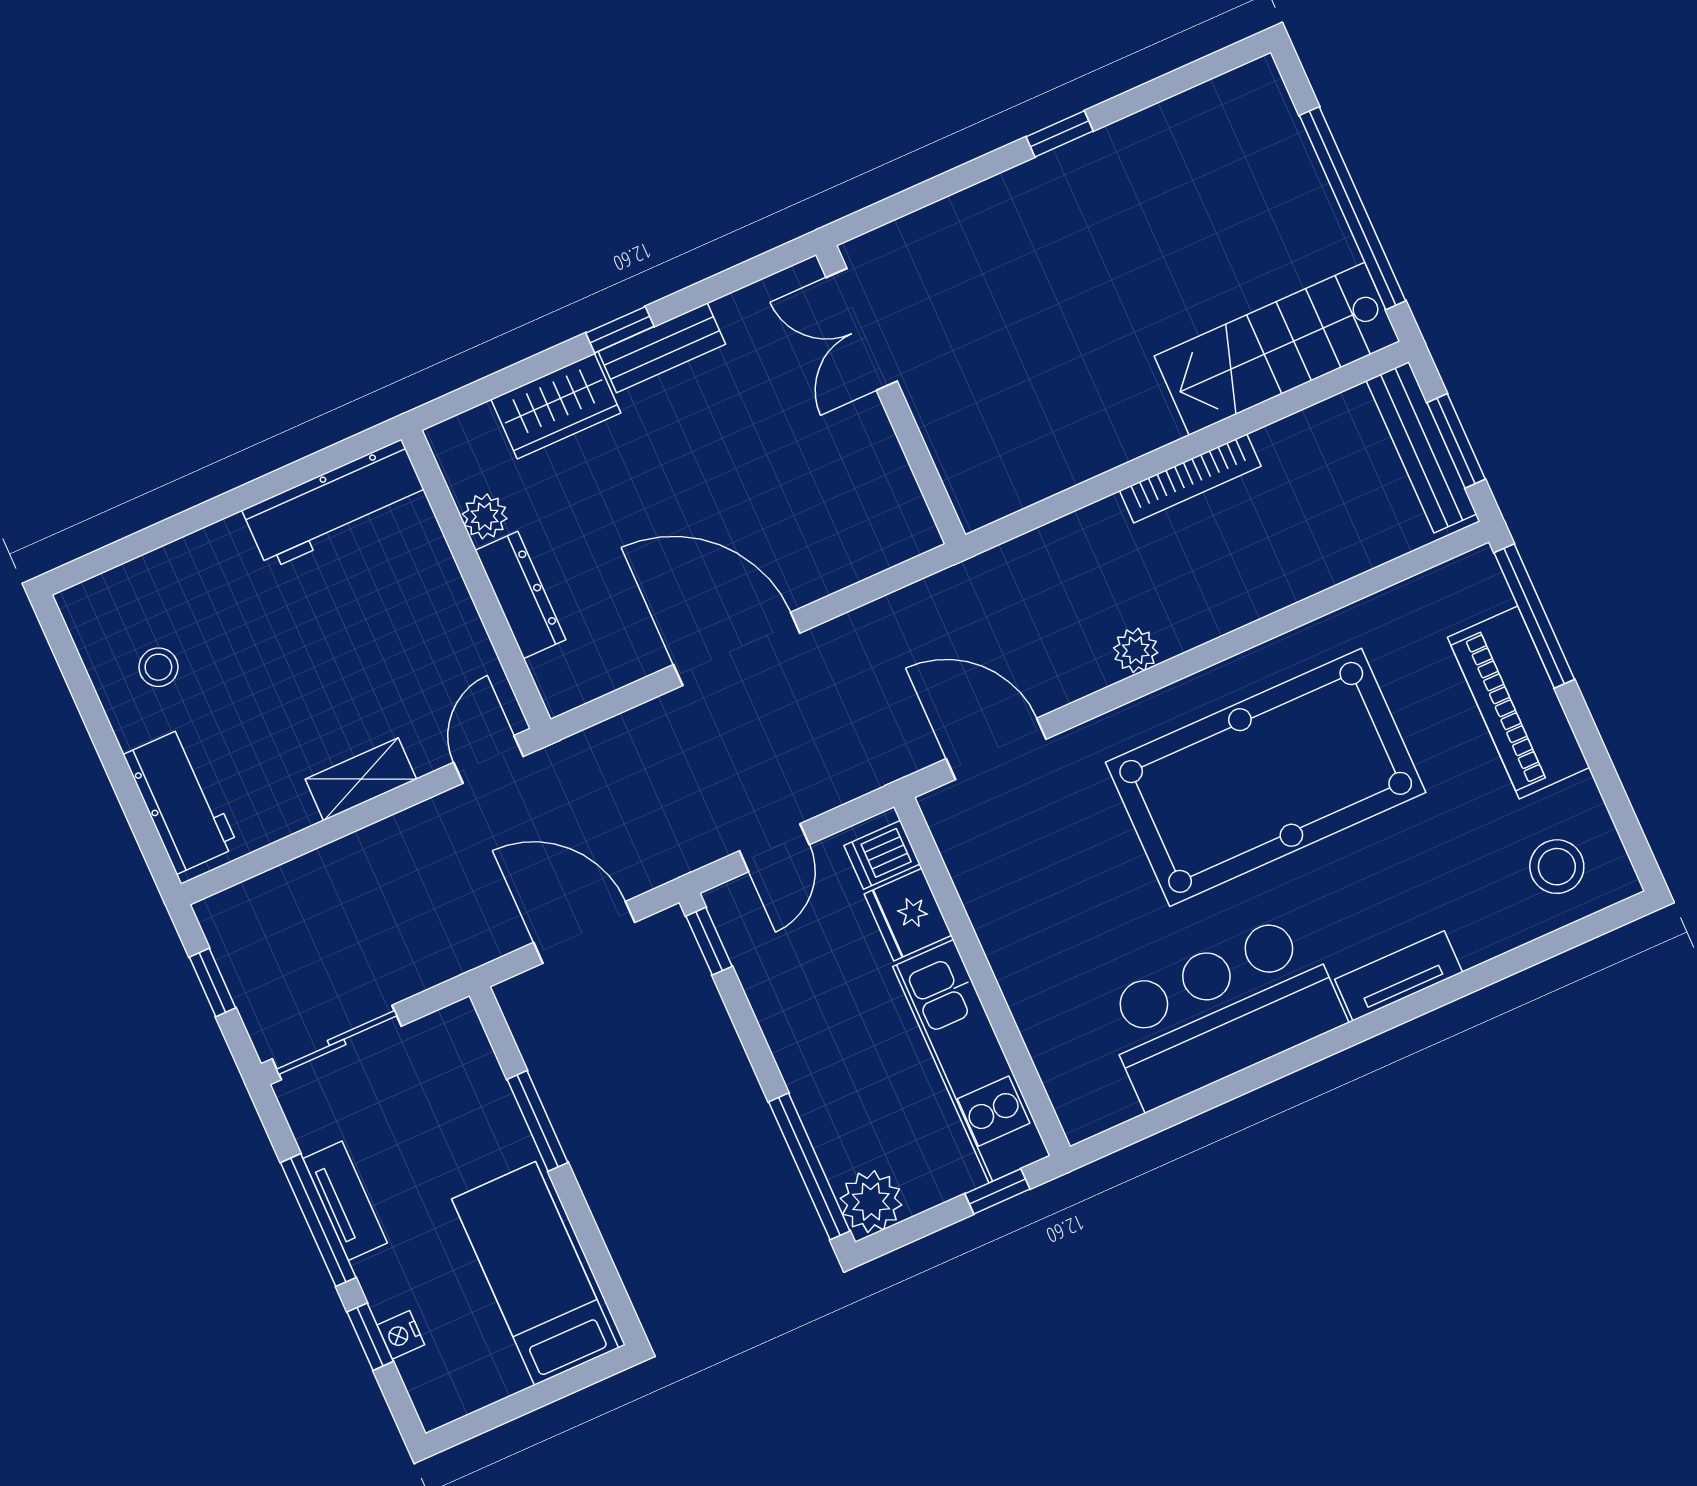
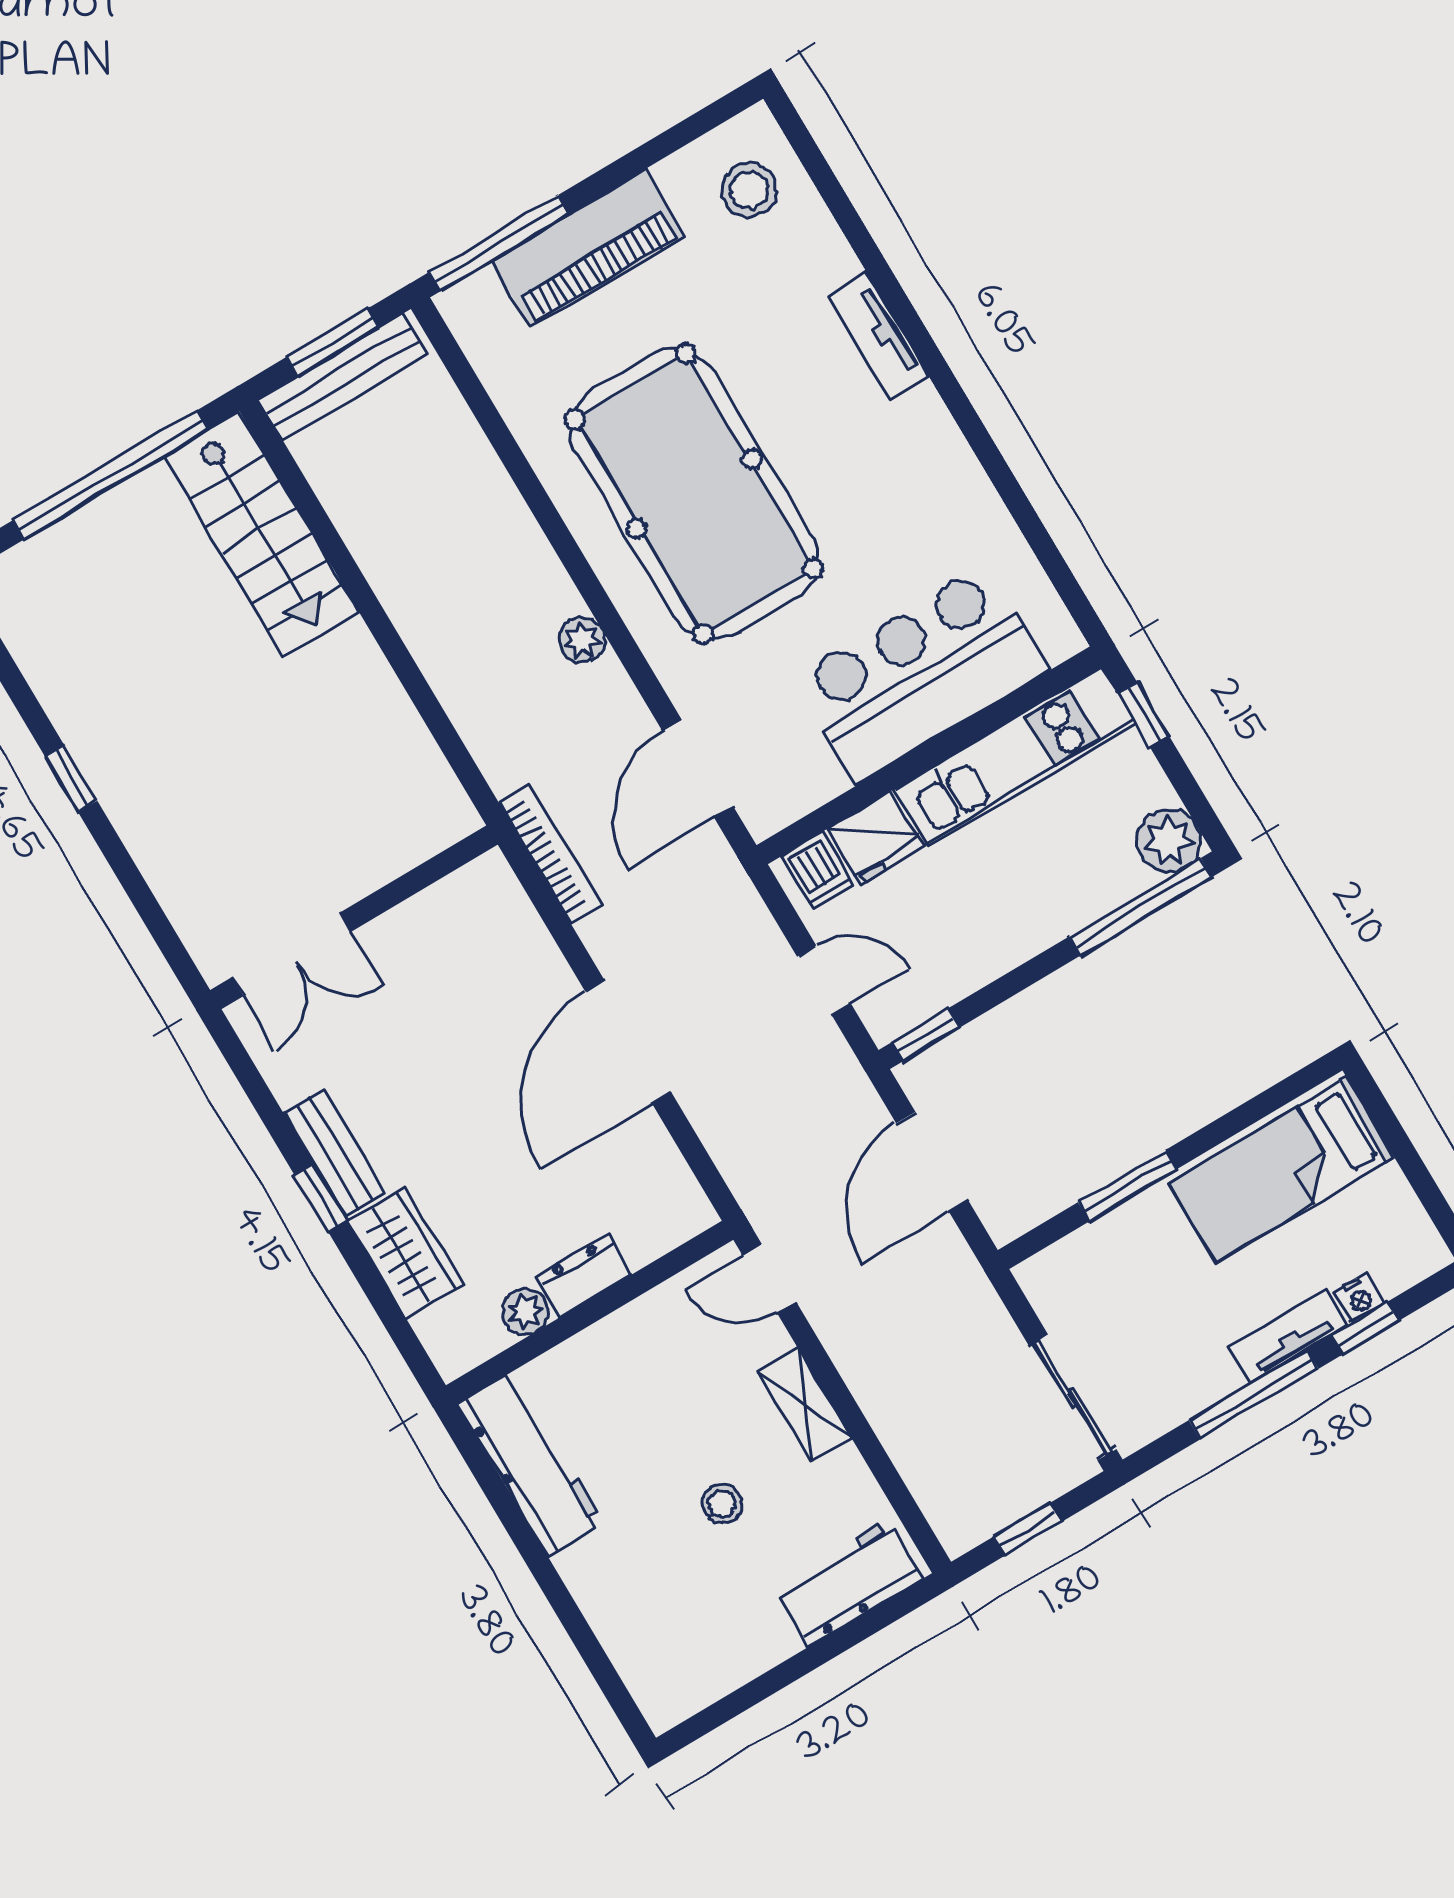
bookcase: (1190, 478) -> (550, 854), moved
dresser: (521, 595) -> (584, 1275), width x0.70
stool: (158, 667) -> (722, 1504), moved
bar counter: (1222, 1012) -> (921, 674), moved, turned 90
tv unit: (345, 1201) -> (1288, 1336), moved

